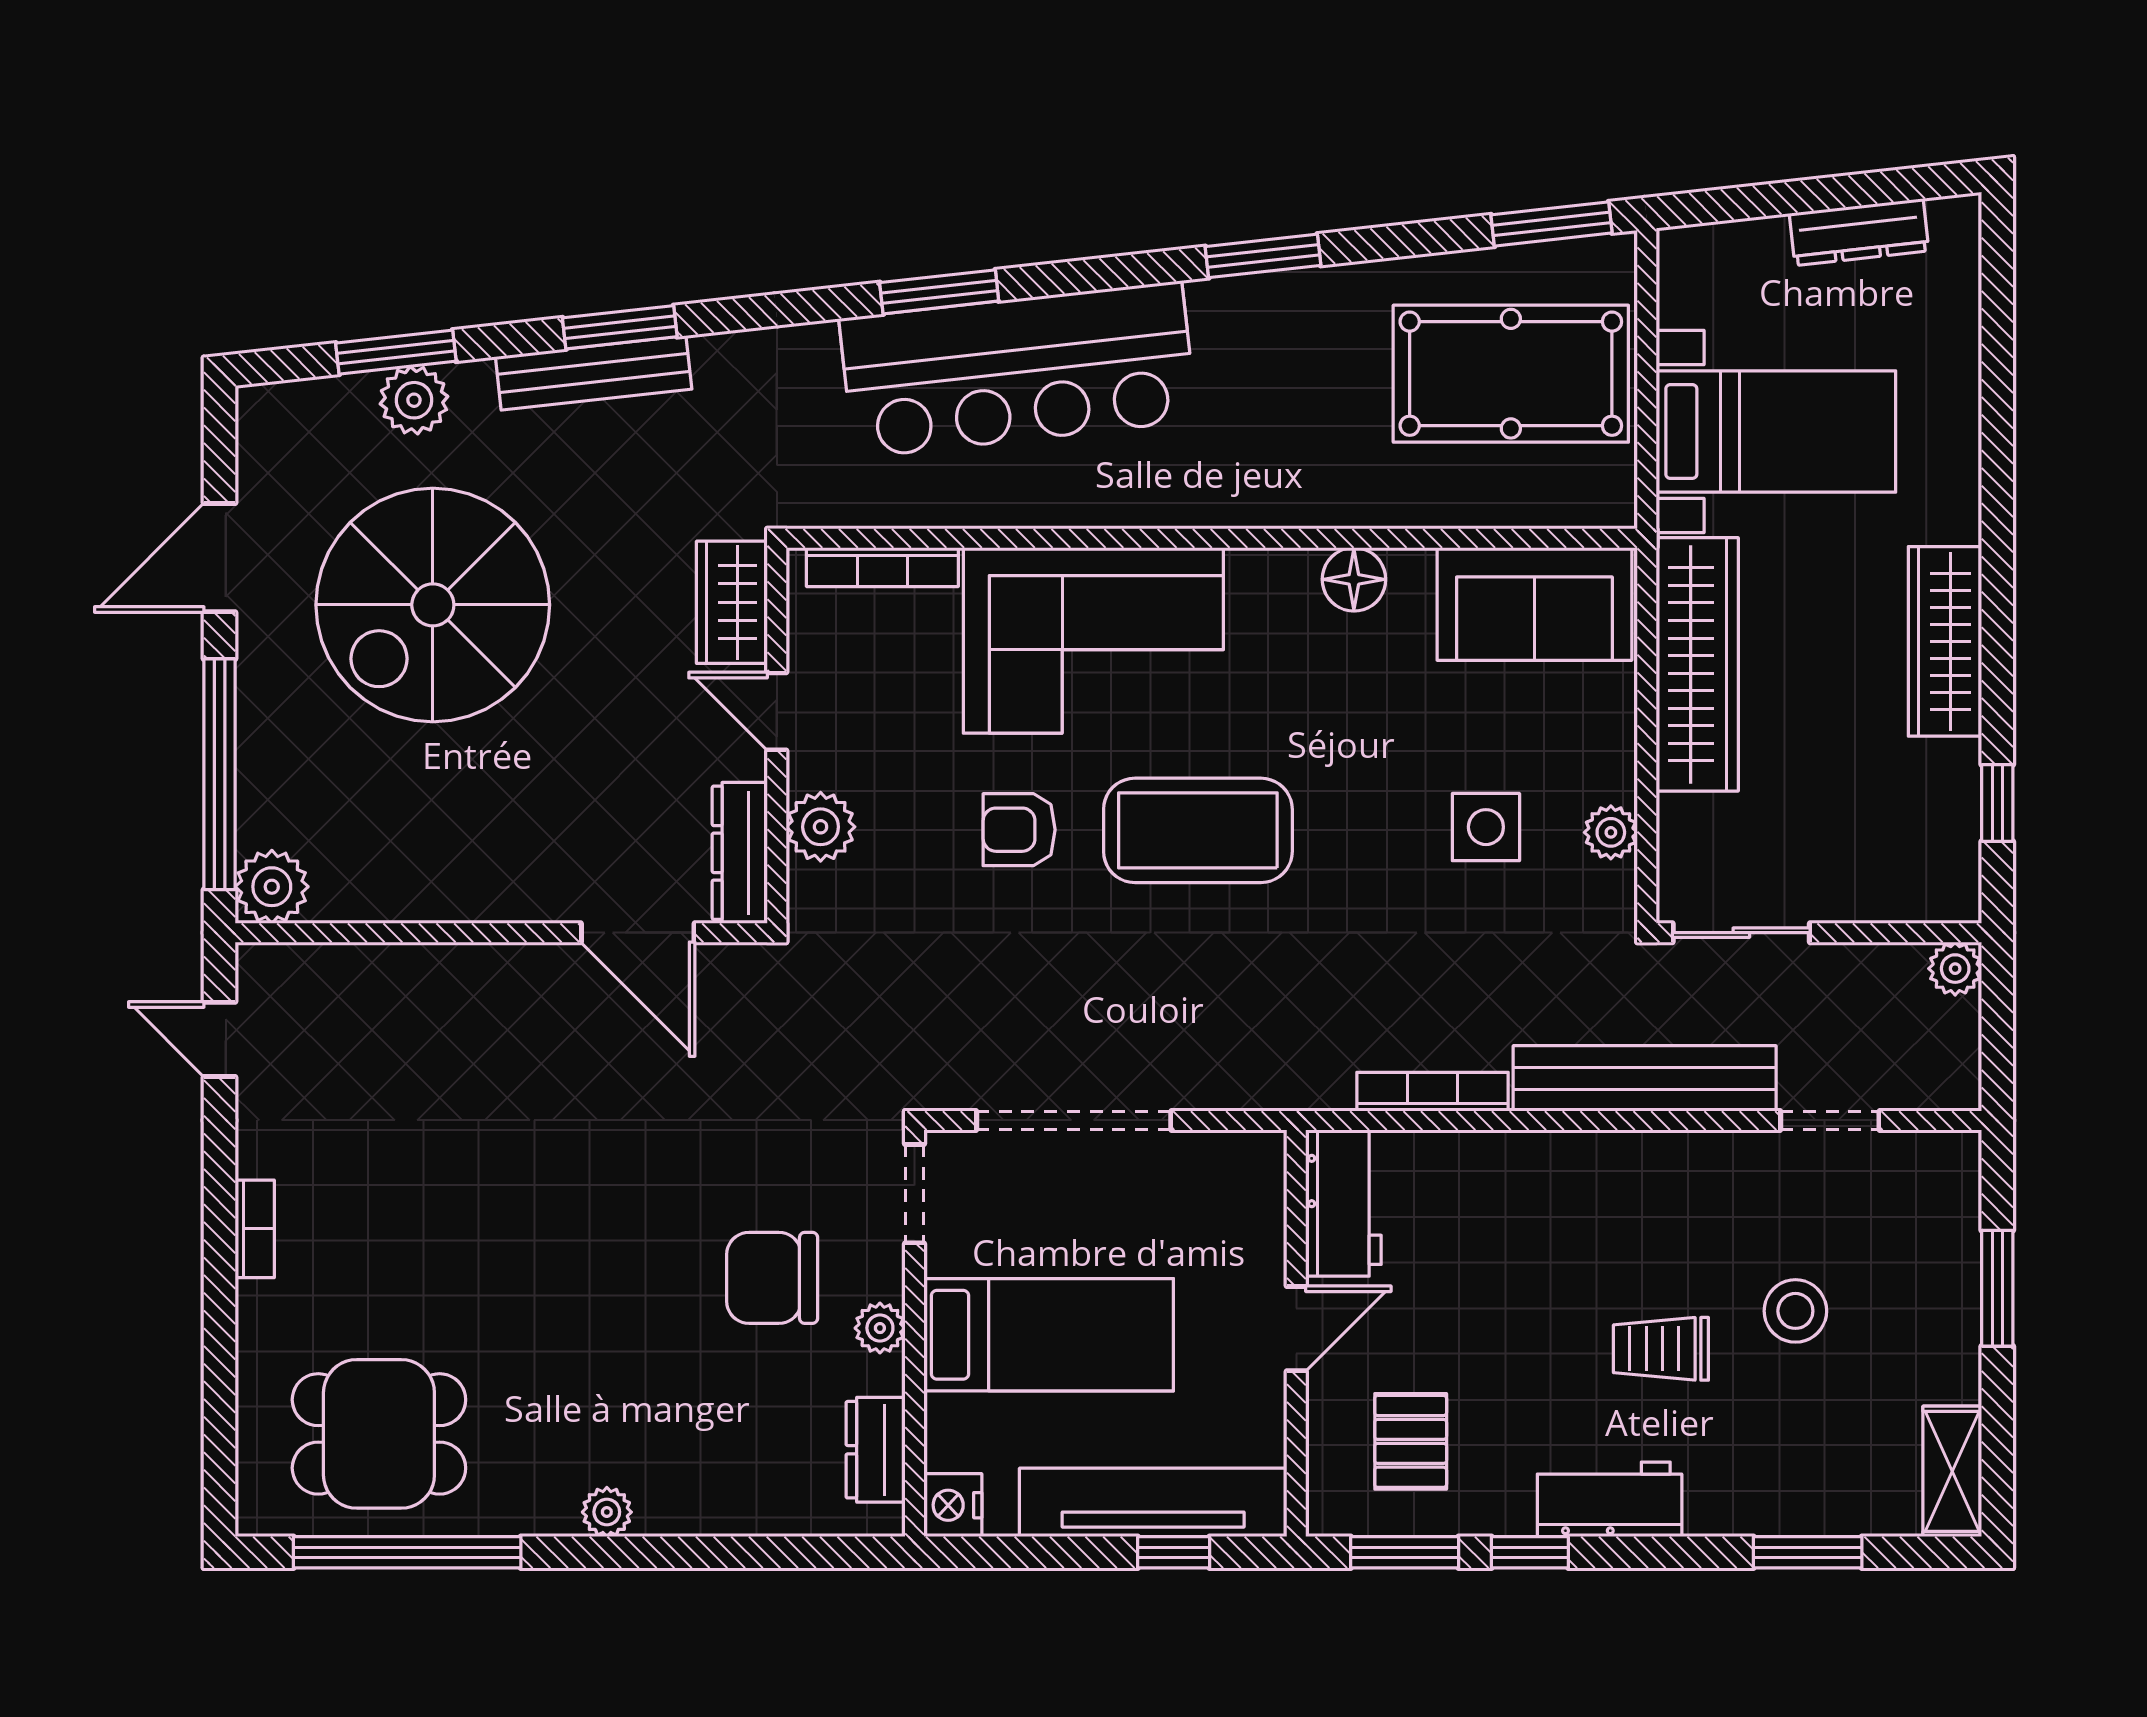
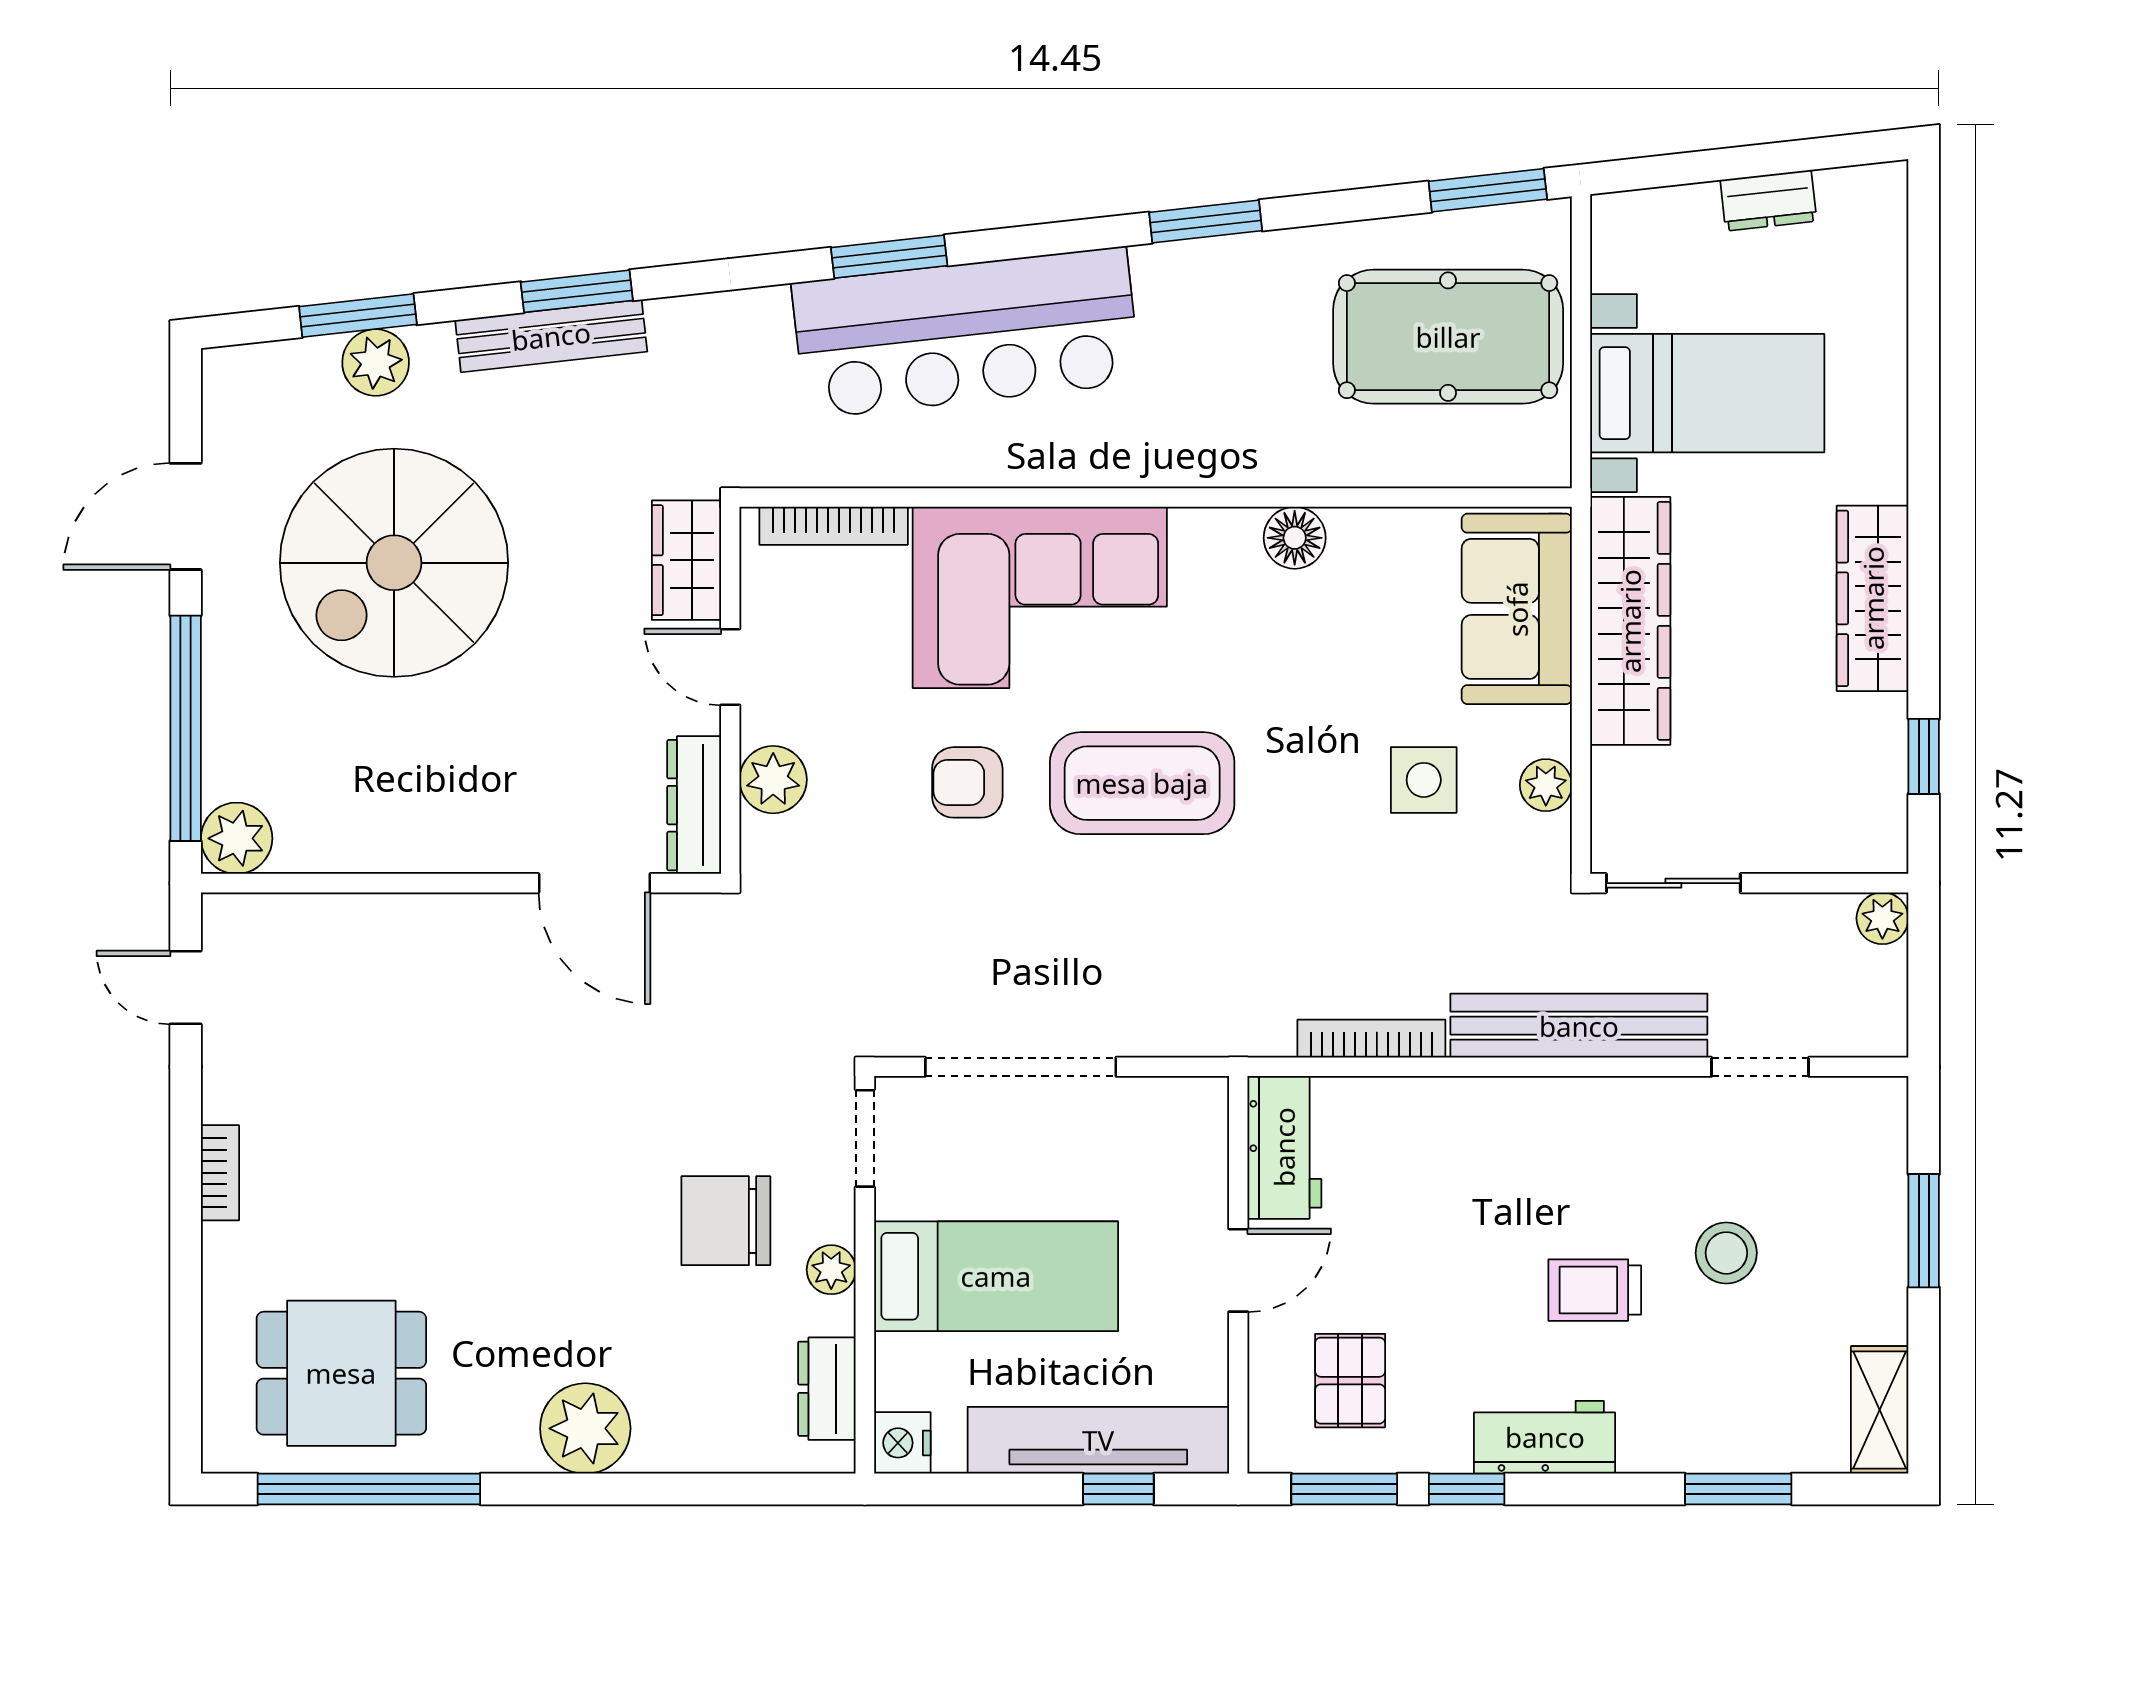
dresser: (1859, 232) -> (1768, 200), width x0.70
sofa: (1534, 604) -> (1517, 609), moved, turned 90
plant: (607, 1512) -> (585, 1428), width x1.87, depth x1.87

